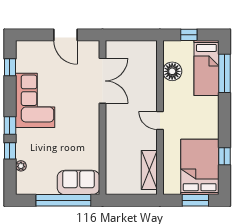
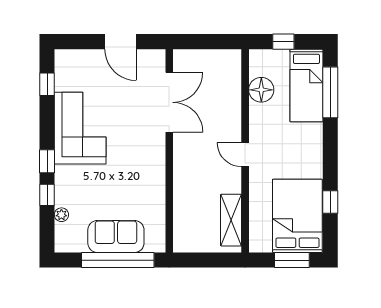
sofa: (79, 182) -> (116, 236), moved

